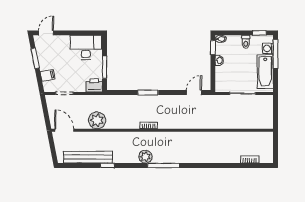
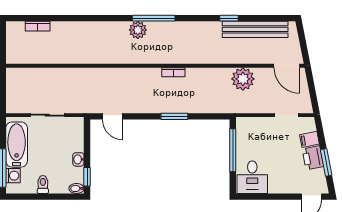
window: (259, 33) -> (24, 197), removed
desk: (86, 47) -> (252, 177), width x0.73
window: (105, 67) -> (233, 150), width x1.44
printer: (94, 85) -> (313, 158), moved, turned 79
door: (194, 92) -> (112, 116), hinge flipped
plant: (145, 157) -> (138, 30), moved

